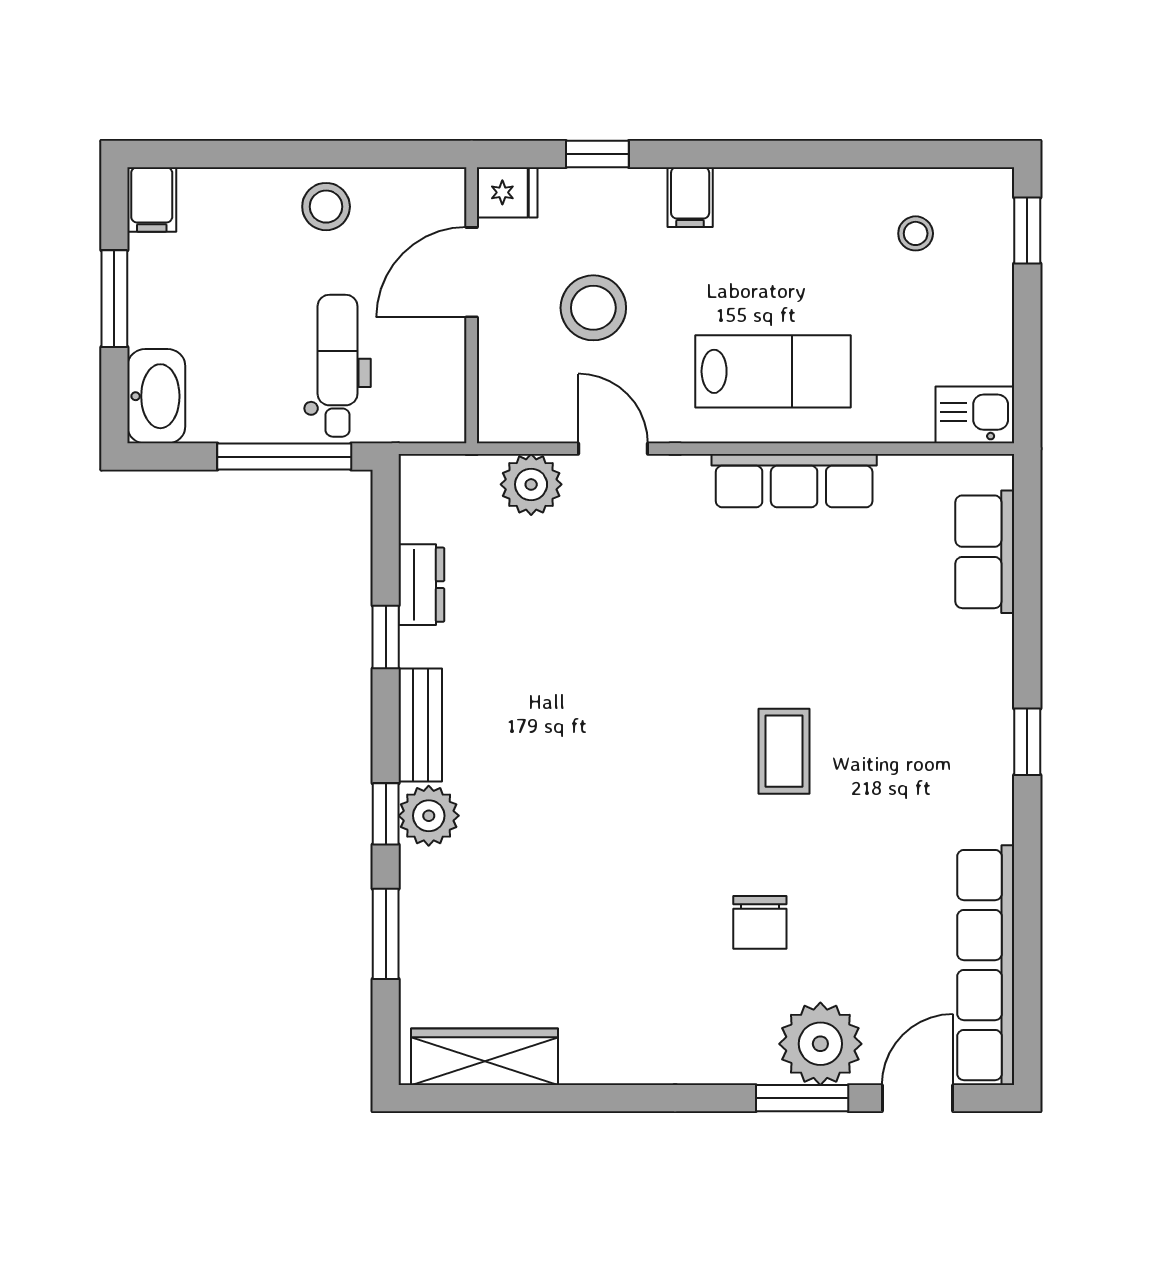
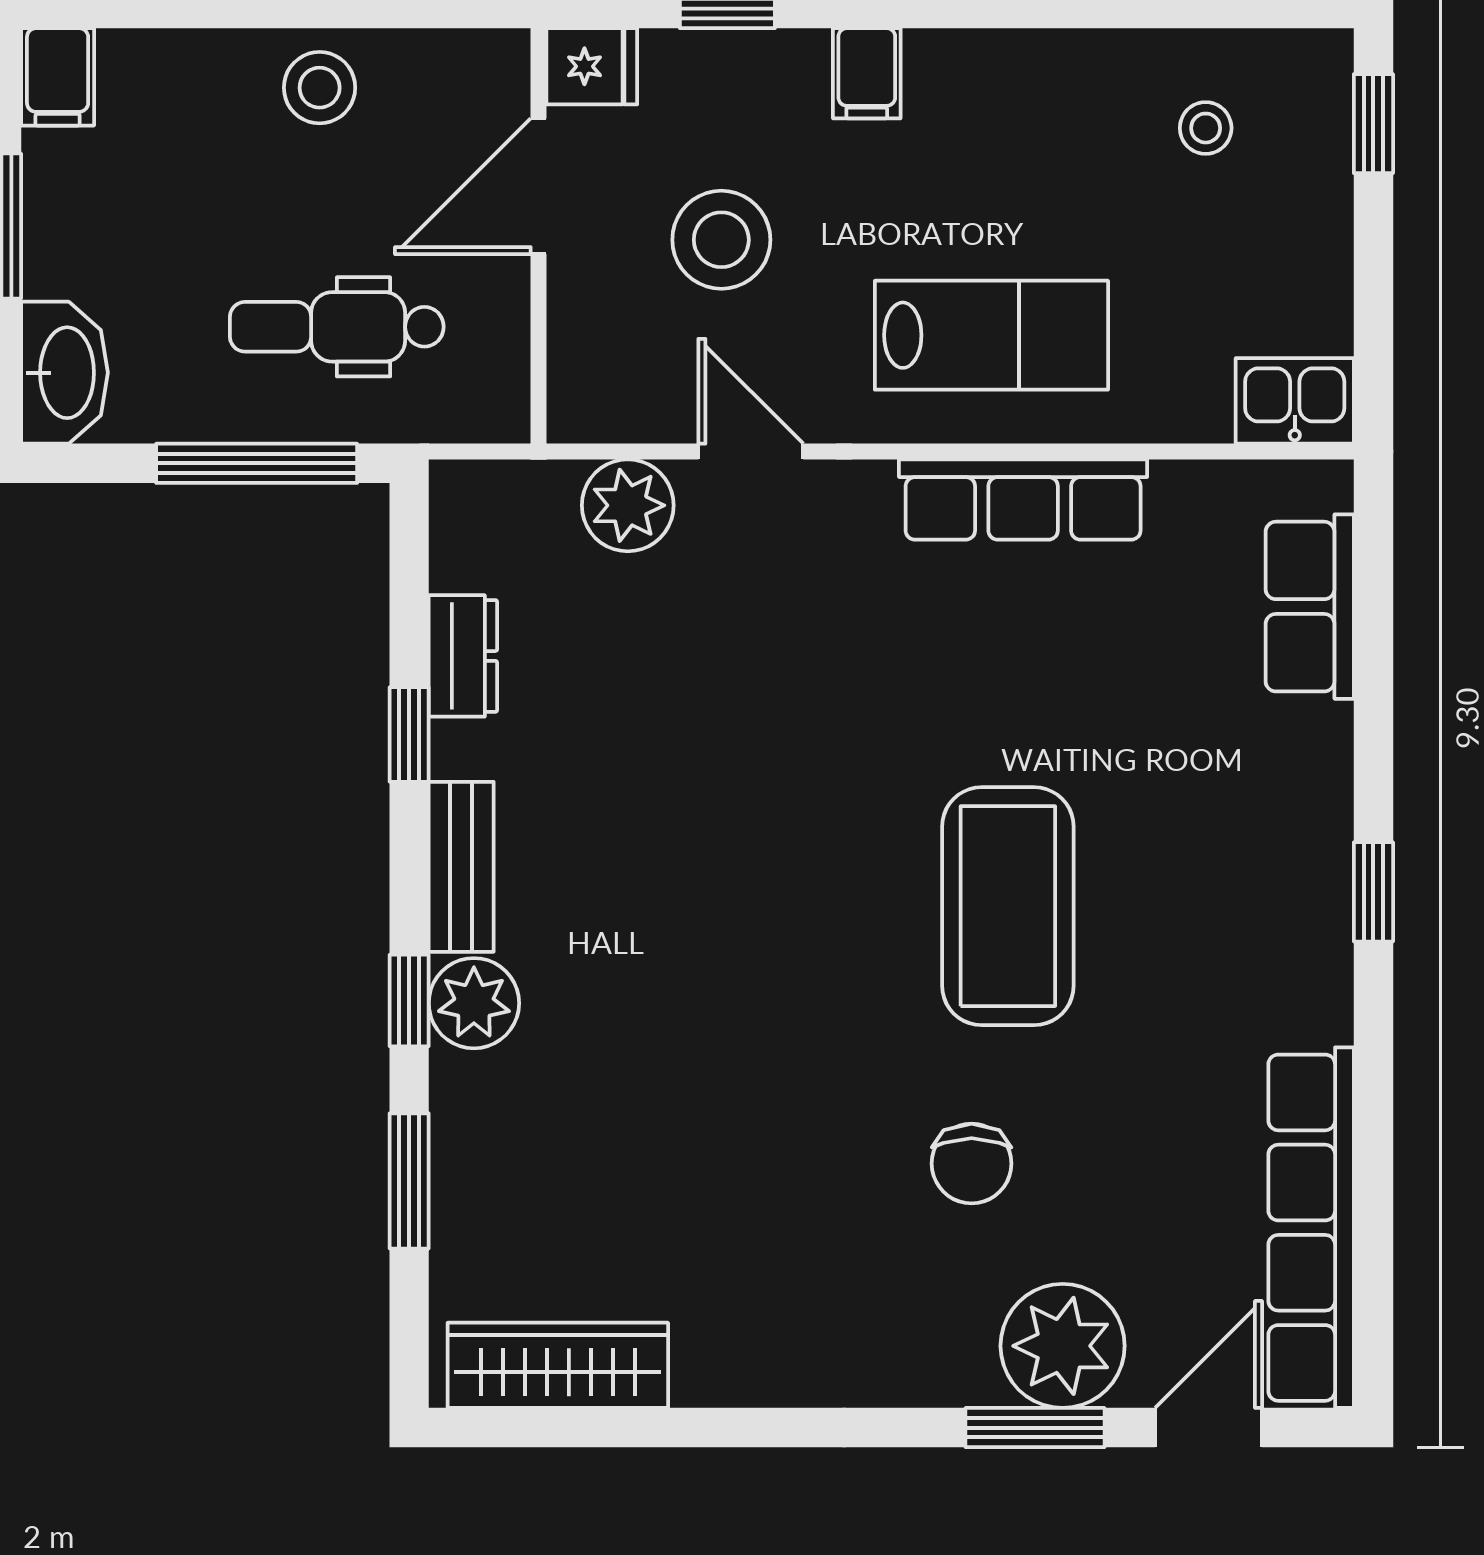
dental chair: (338, 366) -> (337, 327), turned -90
coffee table: (784, 751) -> (1008, 906), width x1.86, depth x1.72

